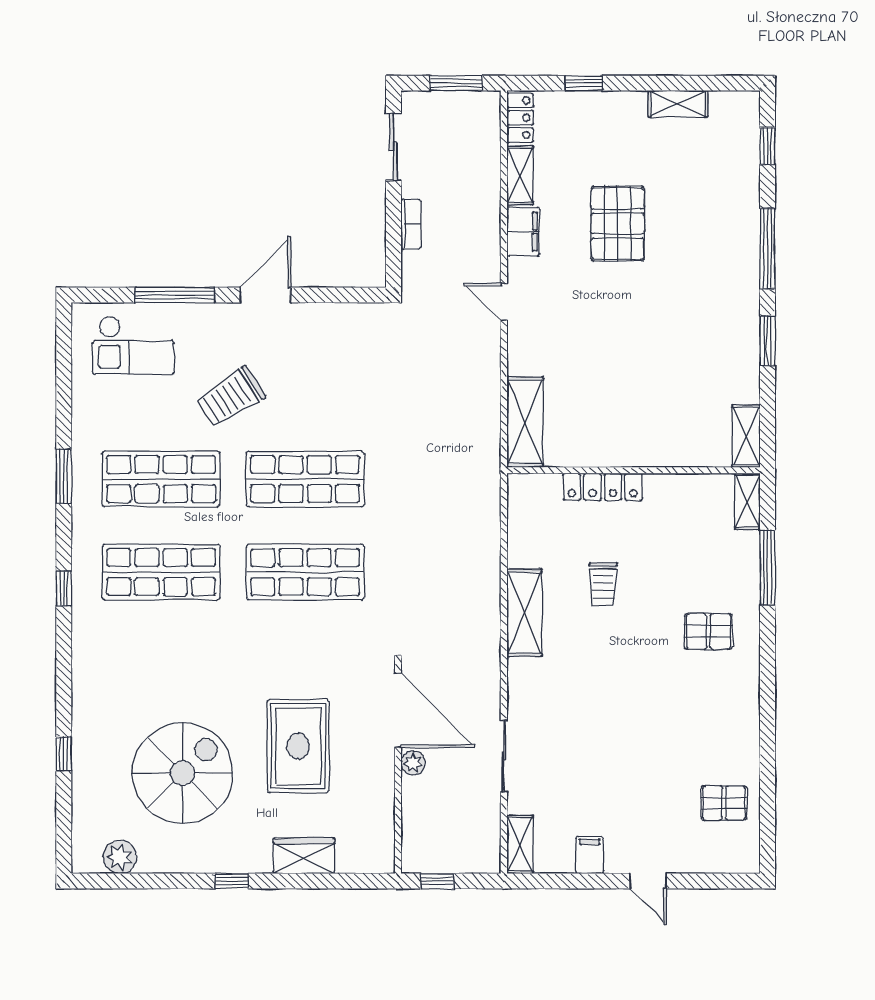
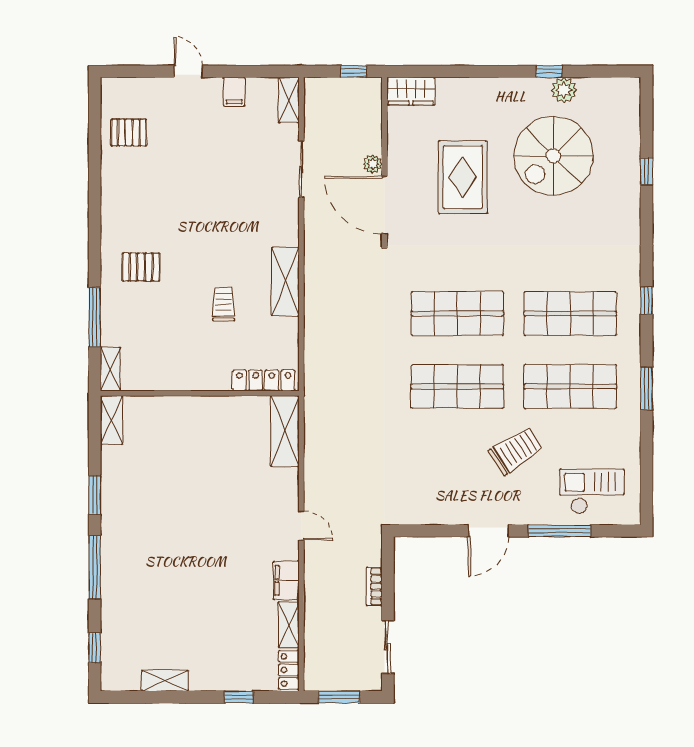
pallet: (618, 223) -> (212, 587), removed
locker: (603, 487) -> (264, 380), moved
wardrobe: (304, 856) -> (411, 91), moved
plant: (120, 857) -> (564, 90), moved
window: (232, 881) -> (549, 71), moved

